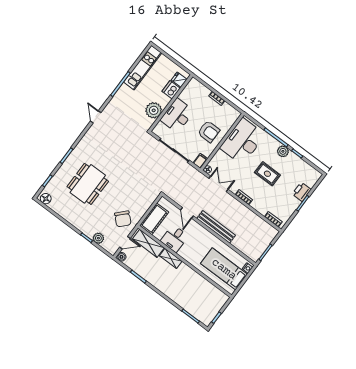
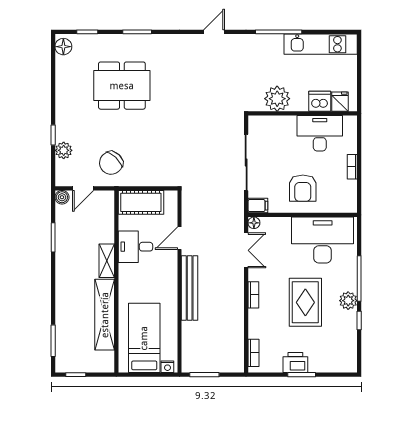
desk: (177, 115) -> (320, 133), moved
rug: (267, 174) -> (305, 302), width x1.36, depth x1.43
printer: (302, 192) -> (295, 363), moved
door: (125, 243) -> (83, 188), hinge flipped
shelving: (148, 243) -> (105, 315), moved, width x1.47

